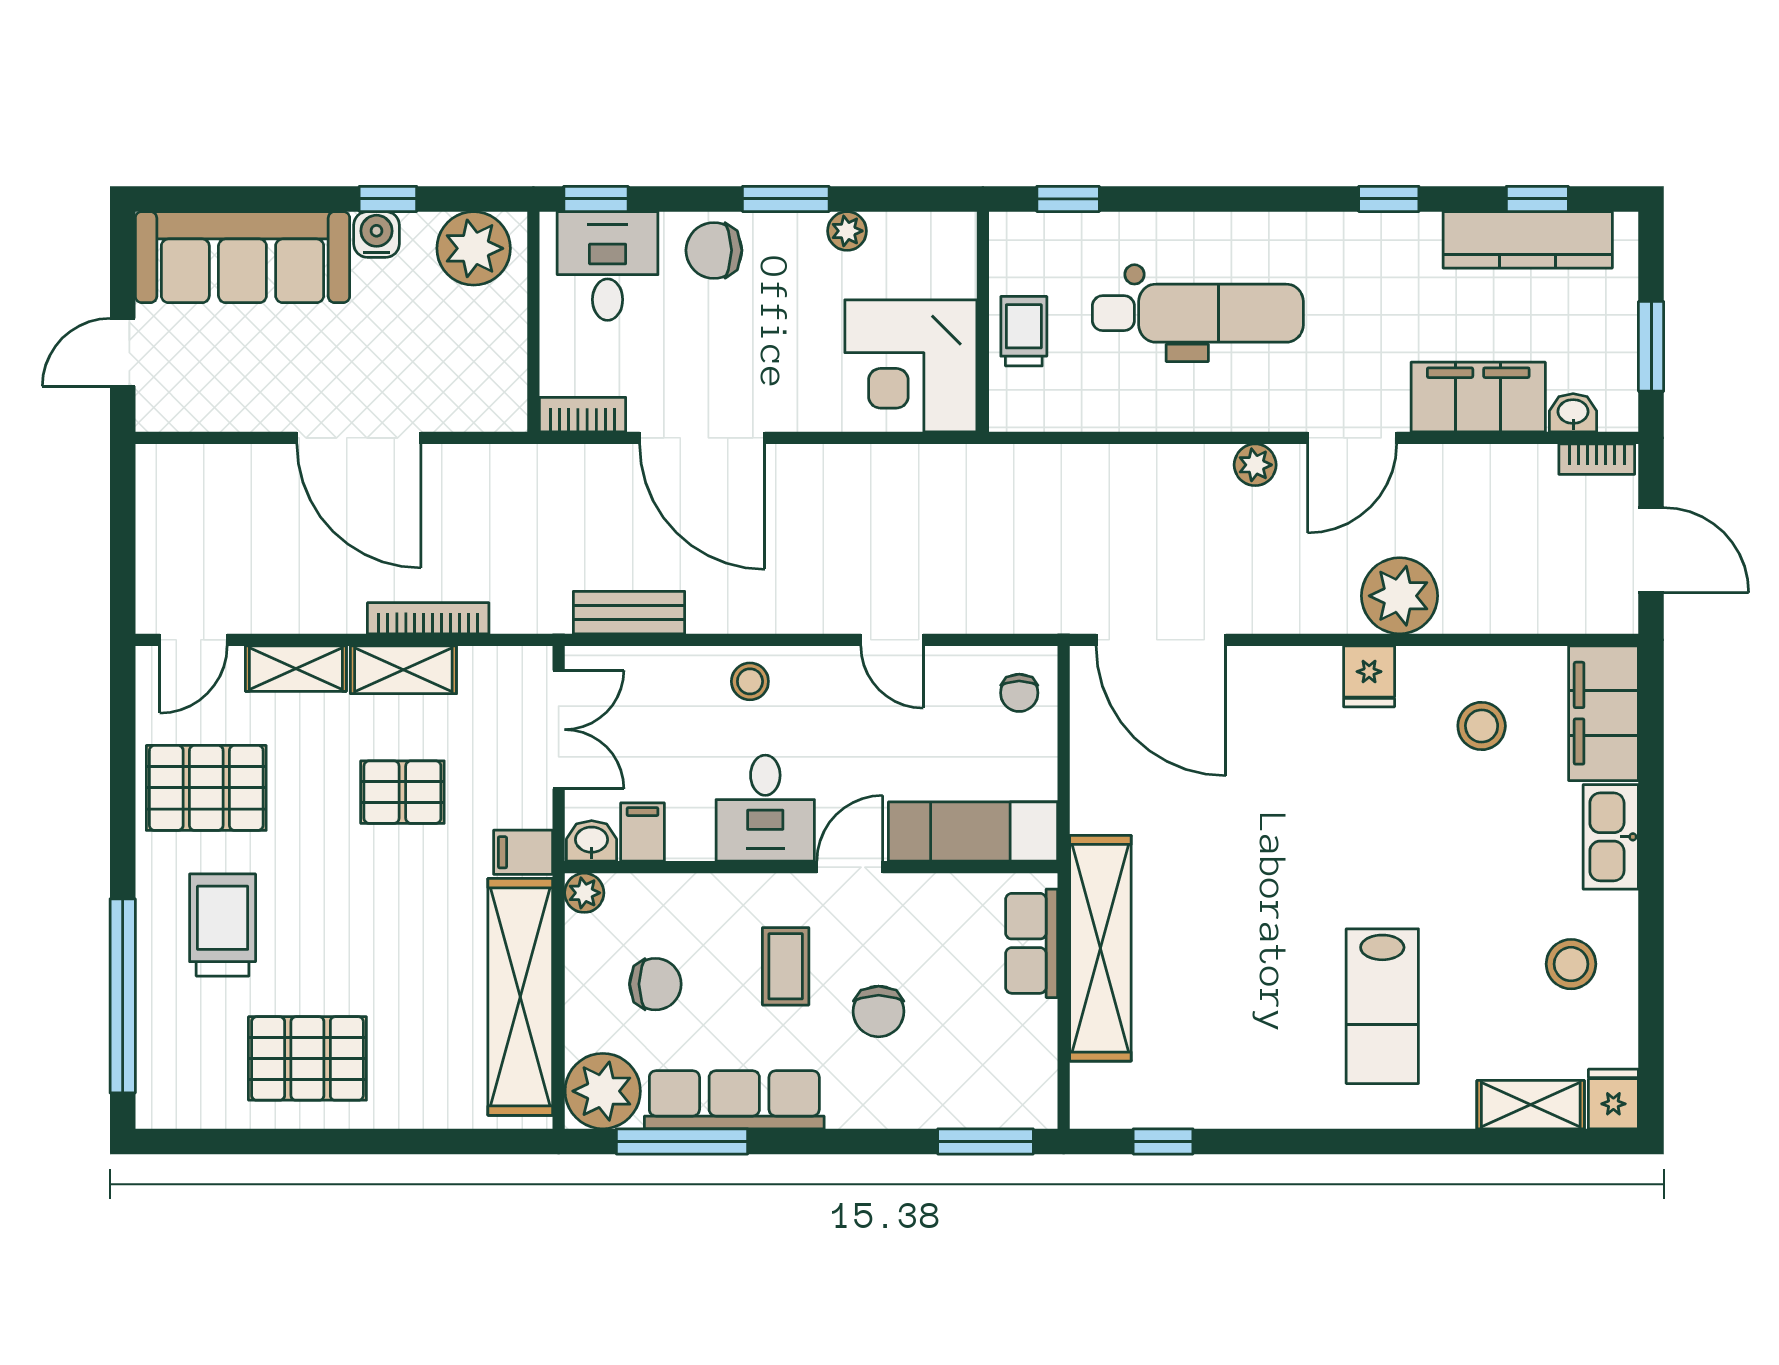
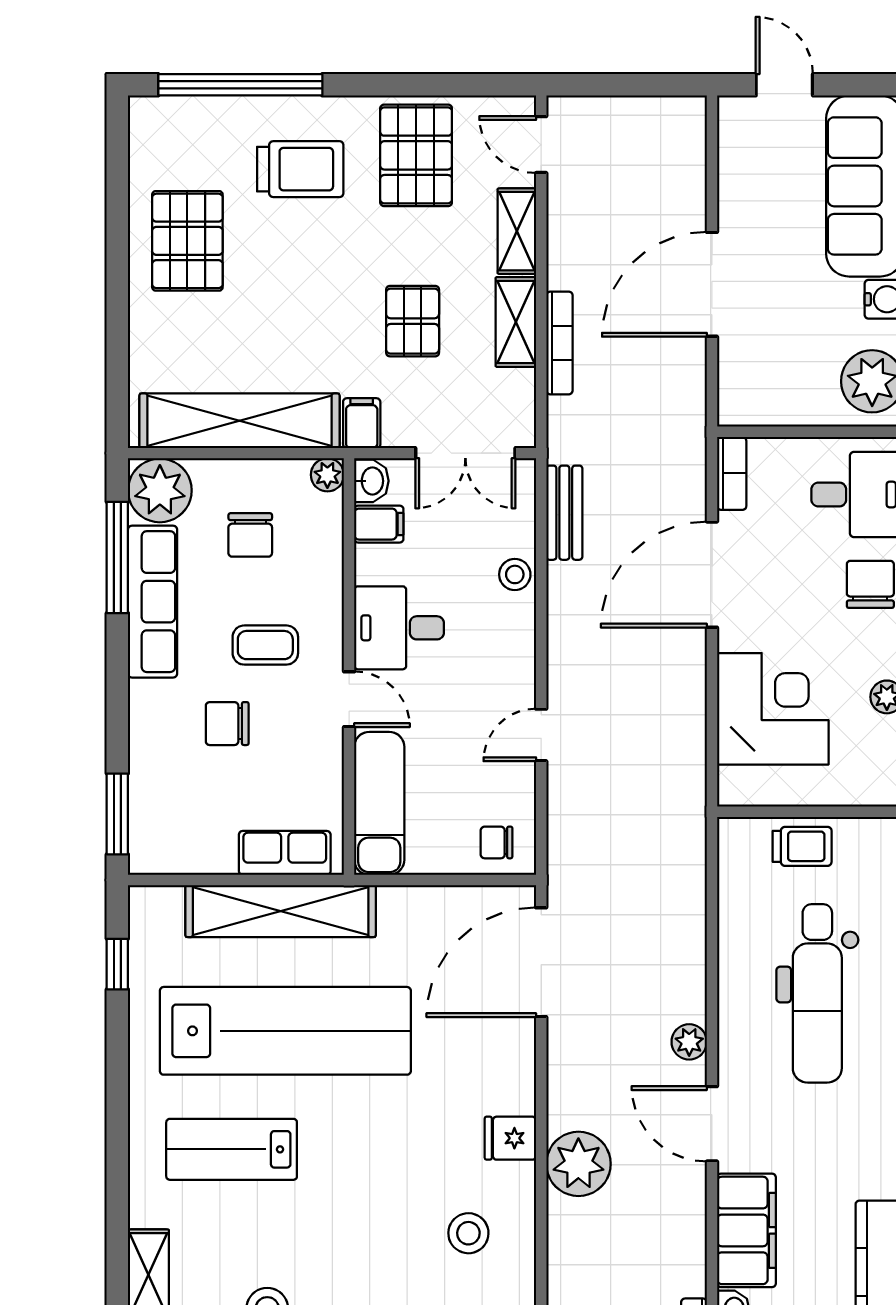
corner desk: (911, 366) -> (773, 709), moved, turned 90
stool: (750, 681) -> (515, 574), moved
lab bench: (1242, 943) -> (285, 1031), added

